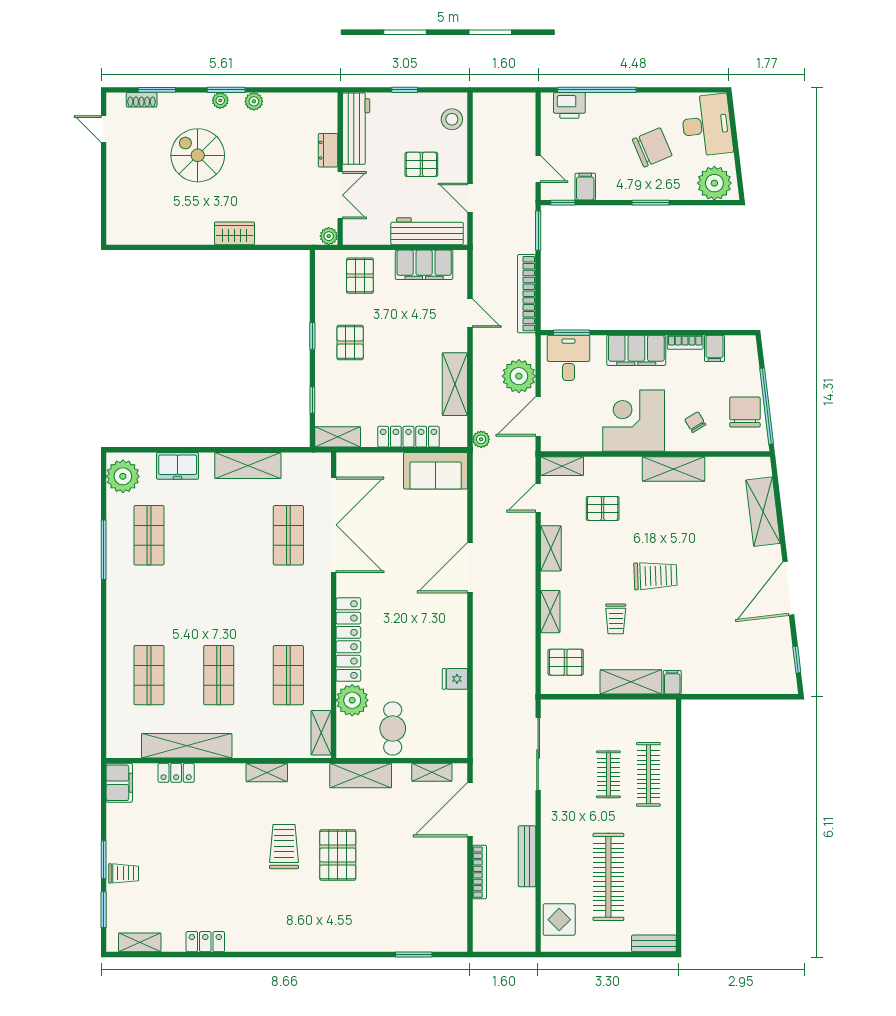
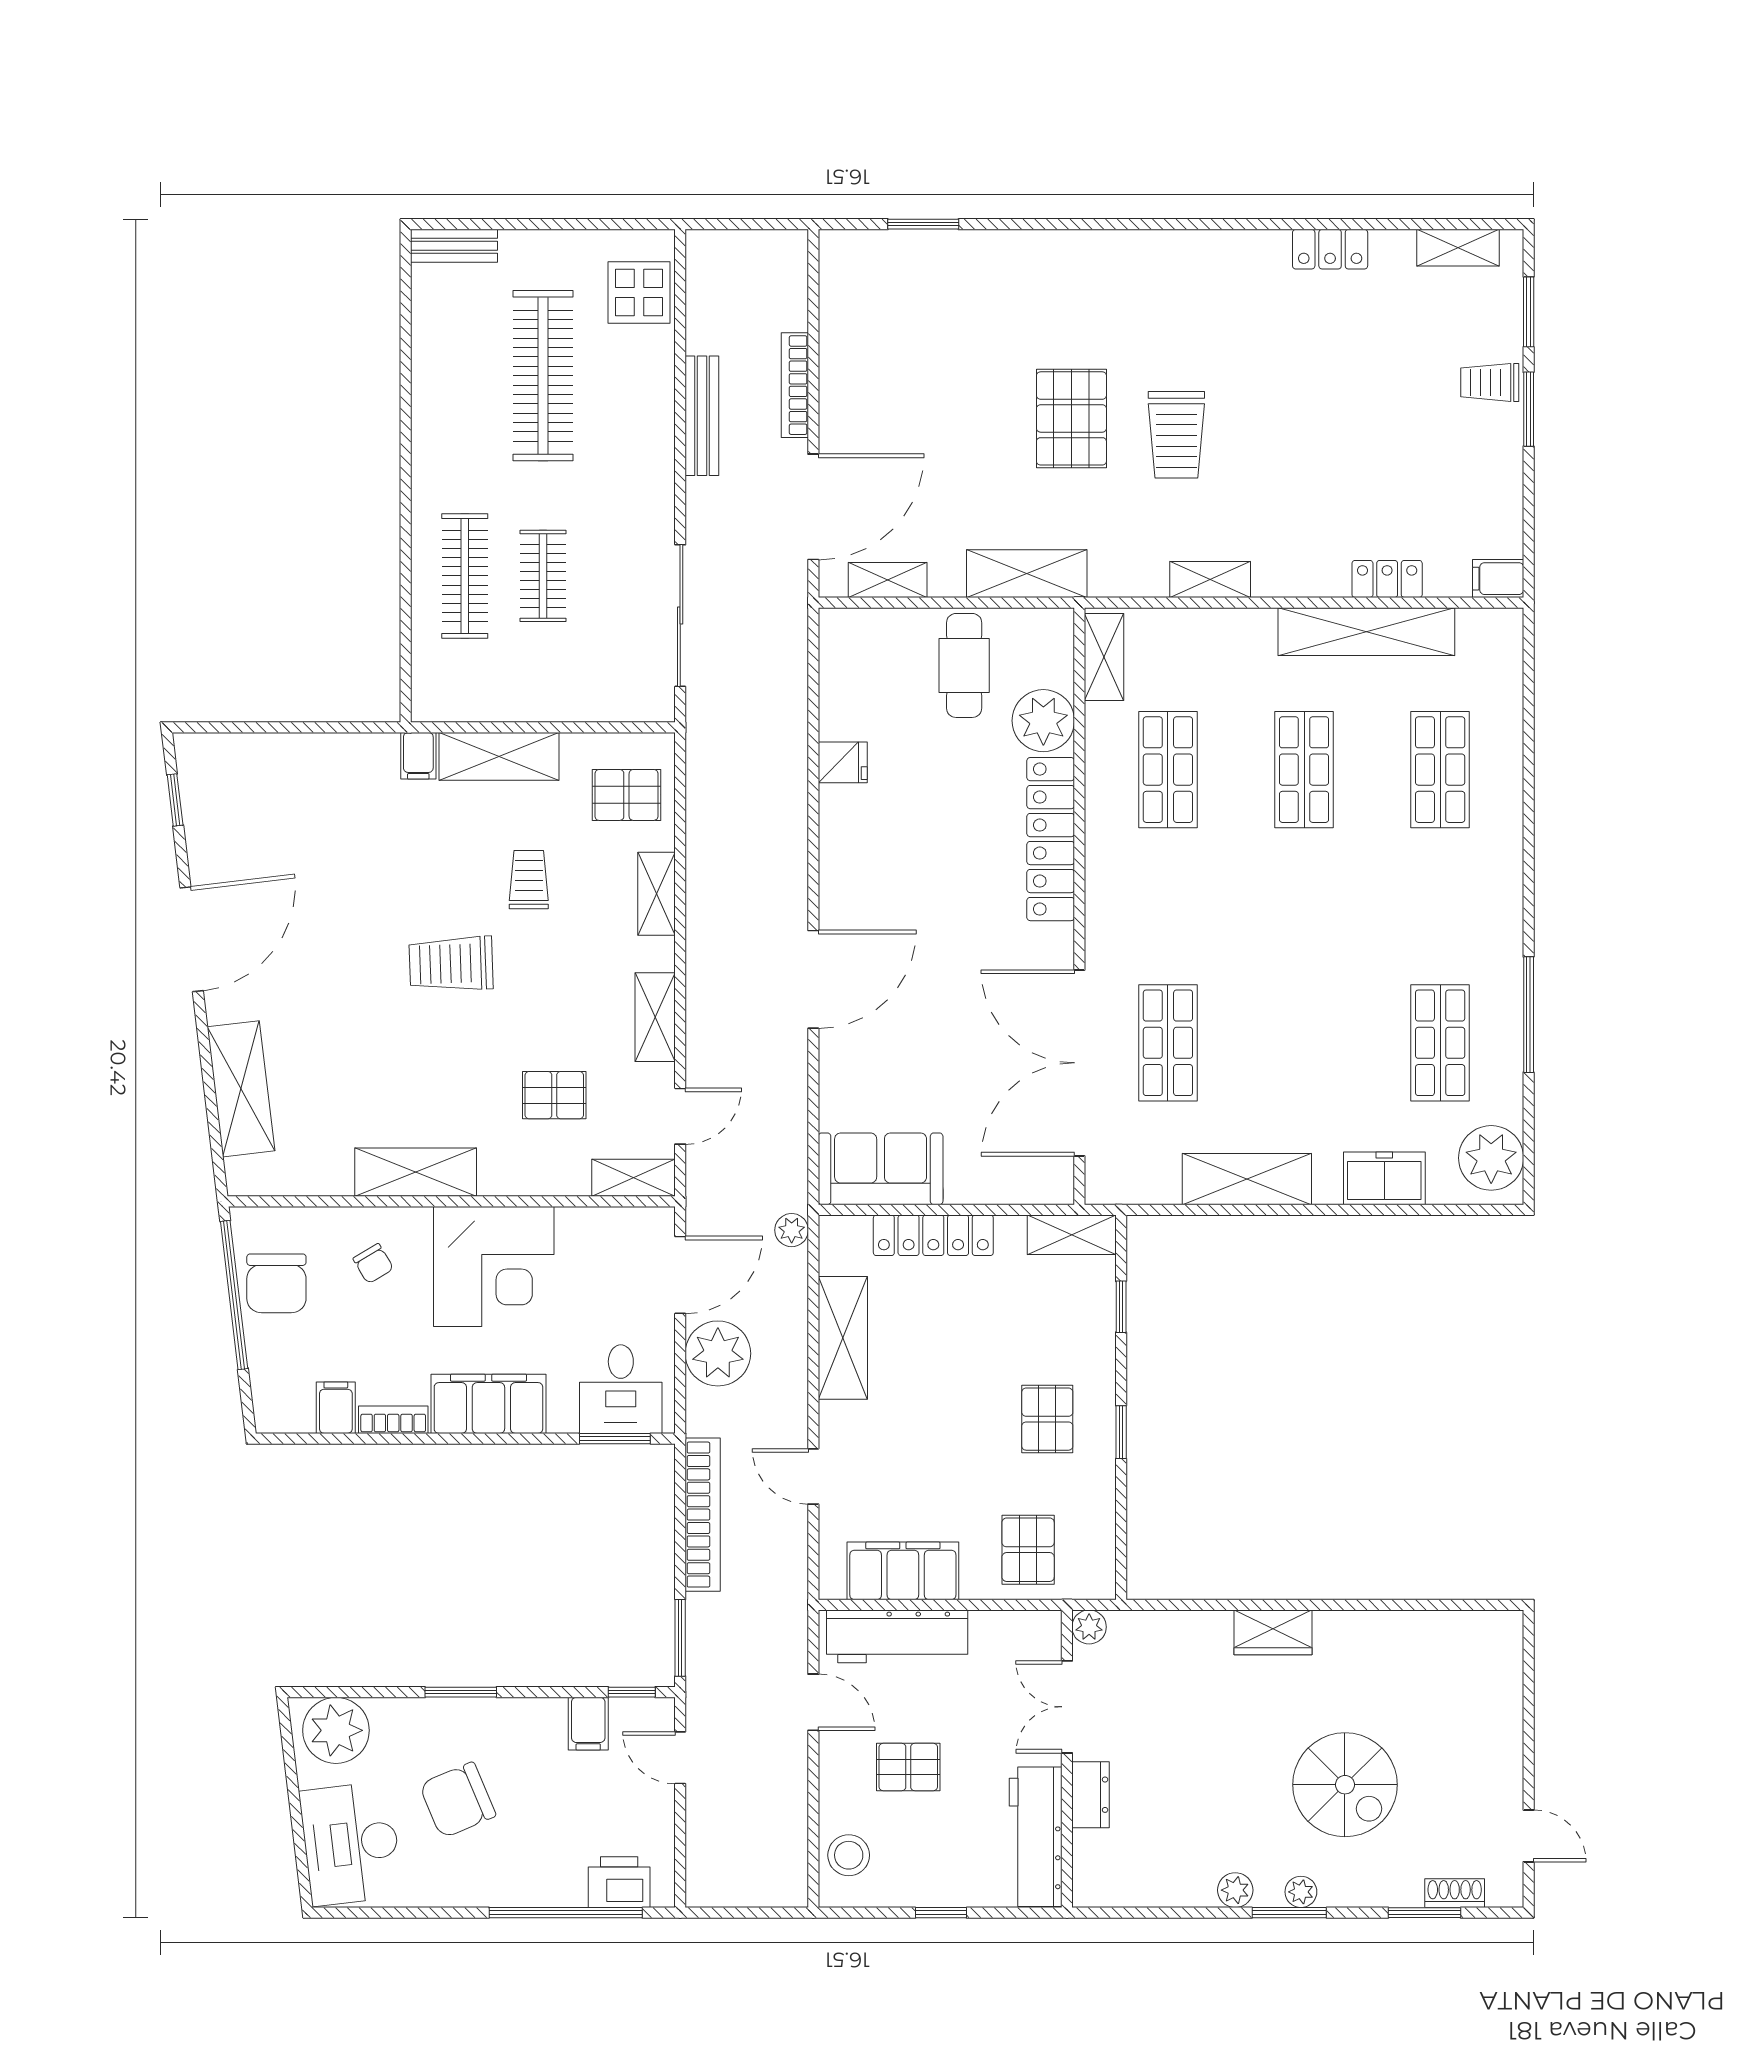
filing cabinet: (119, 783) -> (1498, 579), width x0.50

